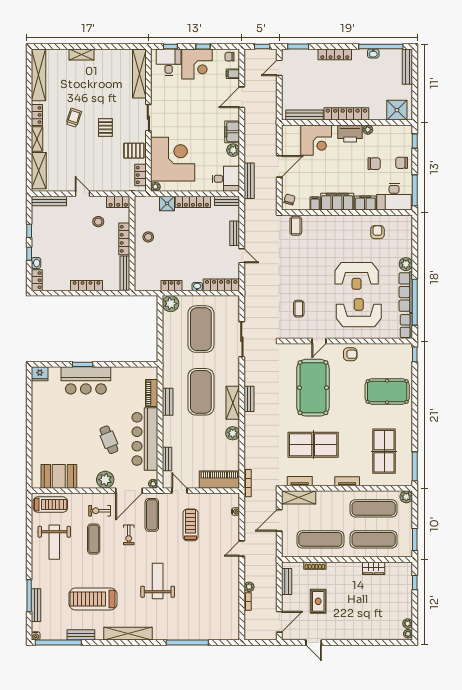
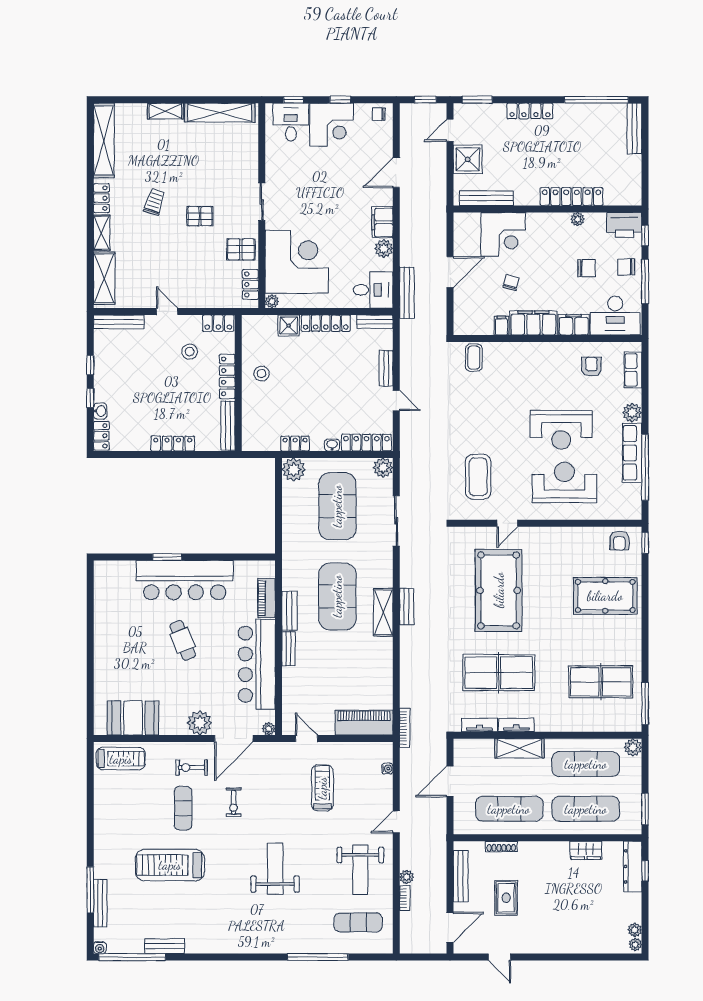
washbasin: (373, 53) -> (585, 110), removed
shelving: (139, 74) -> (220, 113), moved, turned 90
filing cabinet: (233, 74) -> (383, 139), removed
shower: (397, 110) -> (468, 159), moved
locker: (346, 114) -> (571, 196), moved
pallet: (105, 128) -> (200, 216), turned 90
printer: (350, 134) -> (624, 225), moved
window: (415, 190) -> (645, 281), moved
chair: (289, 199) -> (511, 283), moved
coffee table: (299, 309) -> (478, 477), width x1.86, depth x1.72
row of seats: (406, 326) -> (633, 370), moved
armchair: (350, 354) -> (619, 541), moved, turned 90
fridge: (40, 374) -> (105, 571), removed
bar counter: (86, 380) -> (185, 580), width x1.36
plant: (233, 433) -> (383, 468), moved
cafe table: (109, 440) -> (183, 640), moved
table tennis table: (384, 451) -> (601, 682), turned 90
bench: (167, 459) -> (288, 649), moved
tv unit: (347, 481) -> (516, 725), moved
shelving: (299, 497) -> (519, 748), moved
exercise mat: (152, 515) -> (358, 922), moved, turned 90
weight bench: (54, 542) -> (360, 870), moved
dresser: (406, 580) -> (633, 866), added
bench: (287, 581) -> (461, 876), width x1.36
treadmill: (93, 599) -> (170, 865), moved
shelving: (128, 634) -> (232, 944), removed

